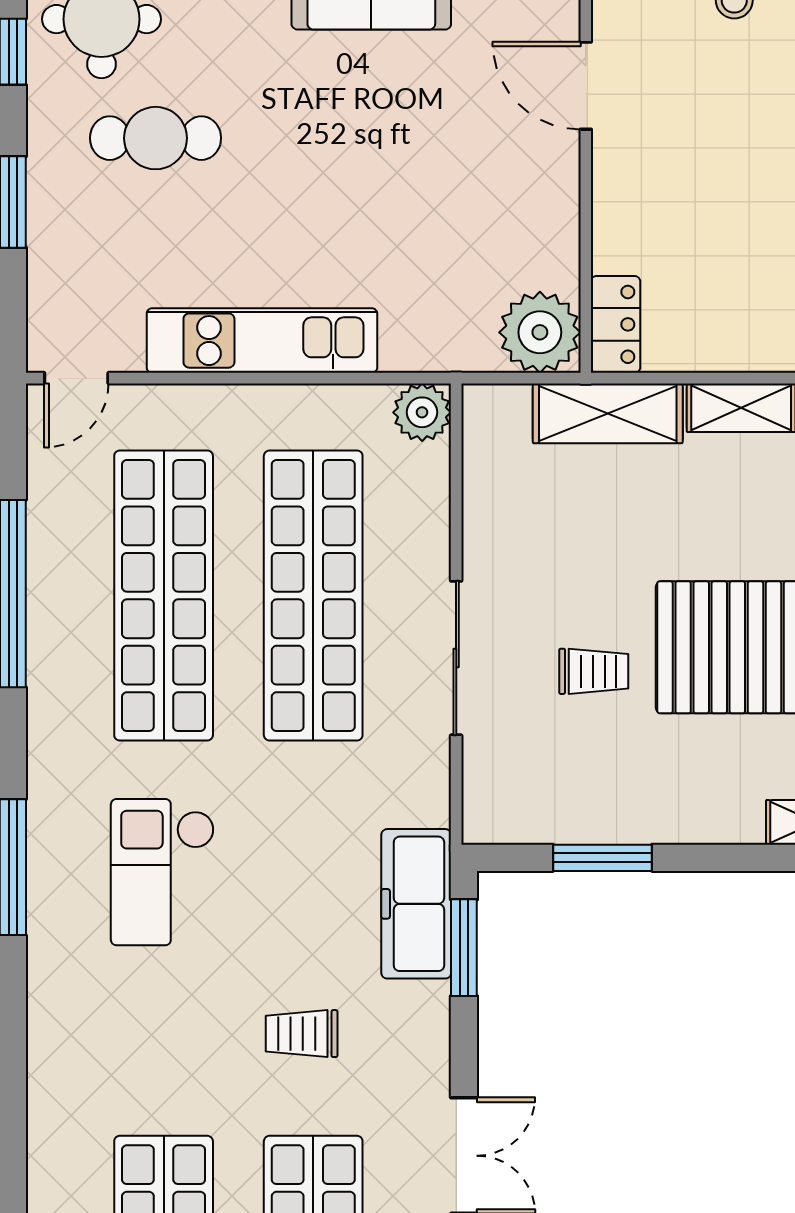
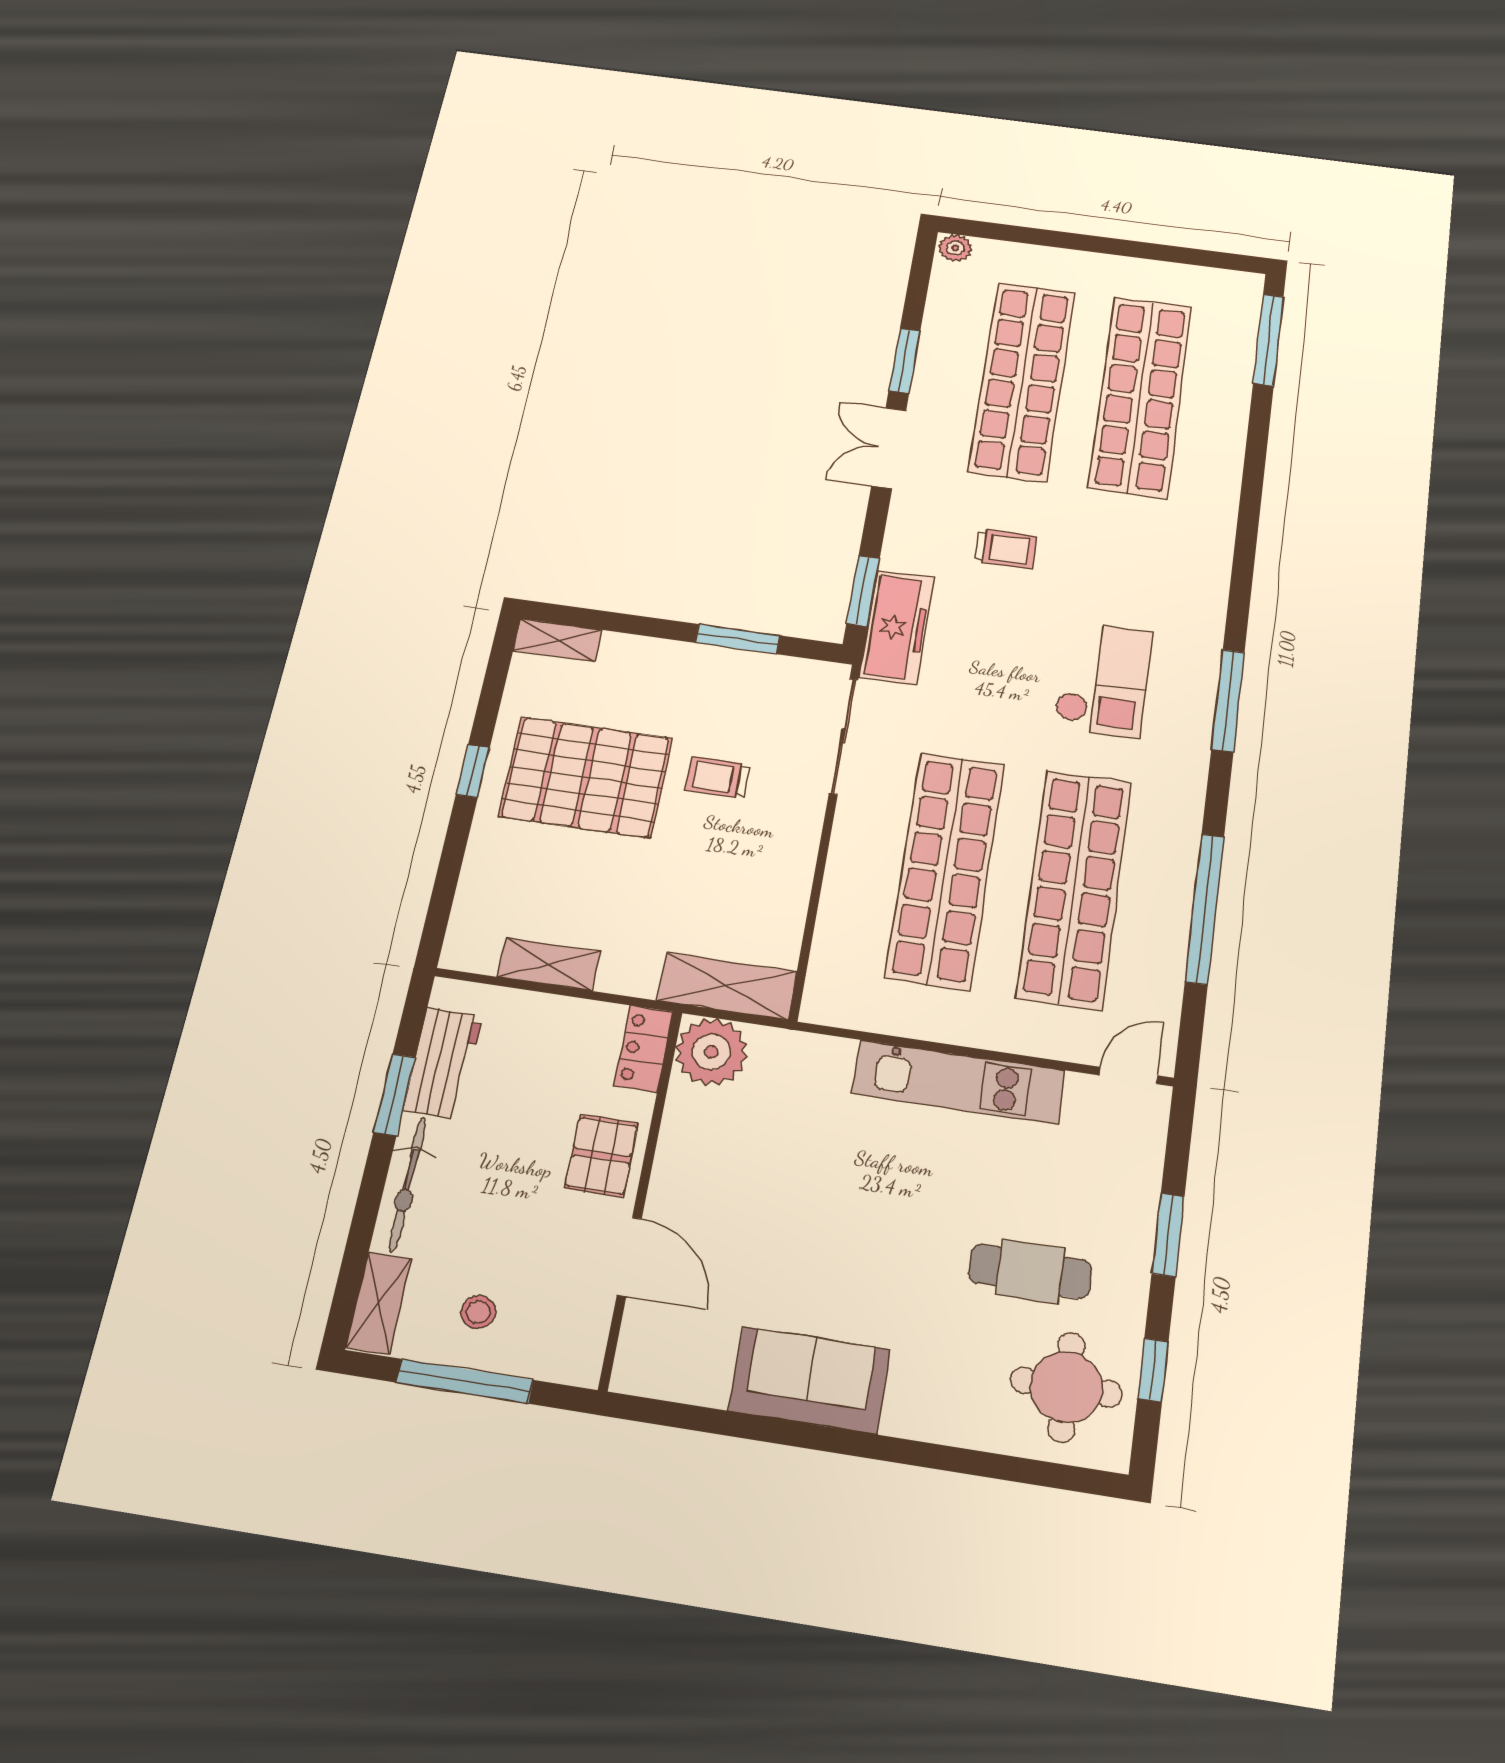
pallet: (638, 194) -> (602, 1156), added
plant: (422, 412) -> (827, 1002), removed
shelving: (608, 413) -> (727, 986), moved
sliding door: (456, 658) -> (844, 736), moved

